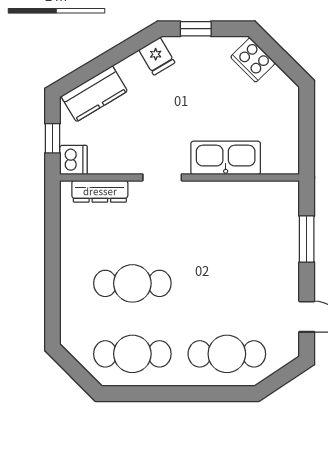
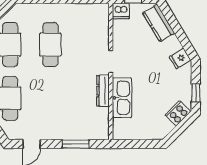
window: (196, 29) -> (196, 93), moved
dresser: (100, 191) -> (103, 91), moved

